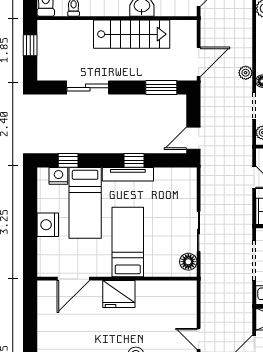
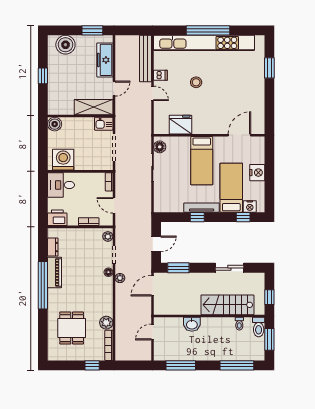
stairs: (132, 34) -> (227, 305), moved
door: (193, 138) -> (156, 244), moved
fridge: (119, 294) -> (180, 125), moved

